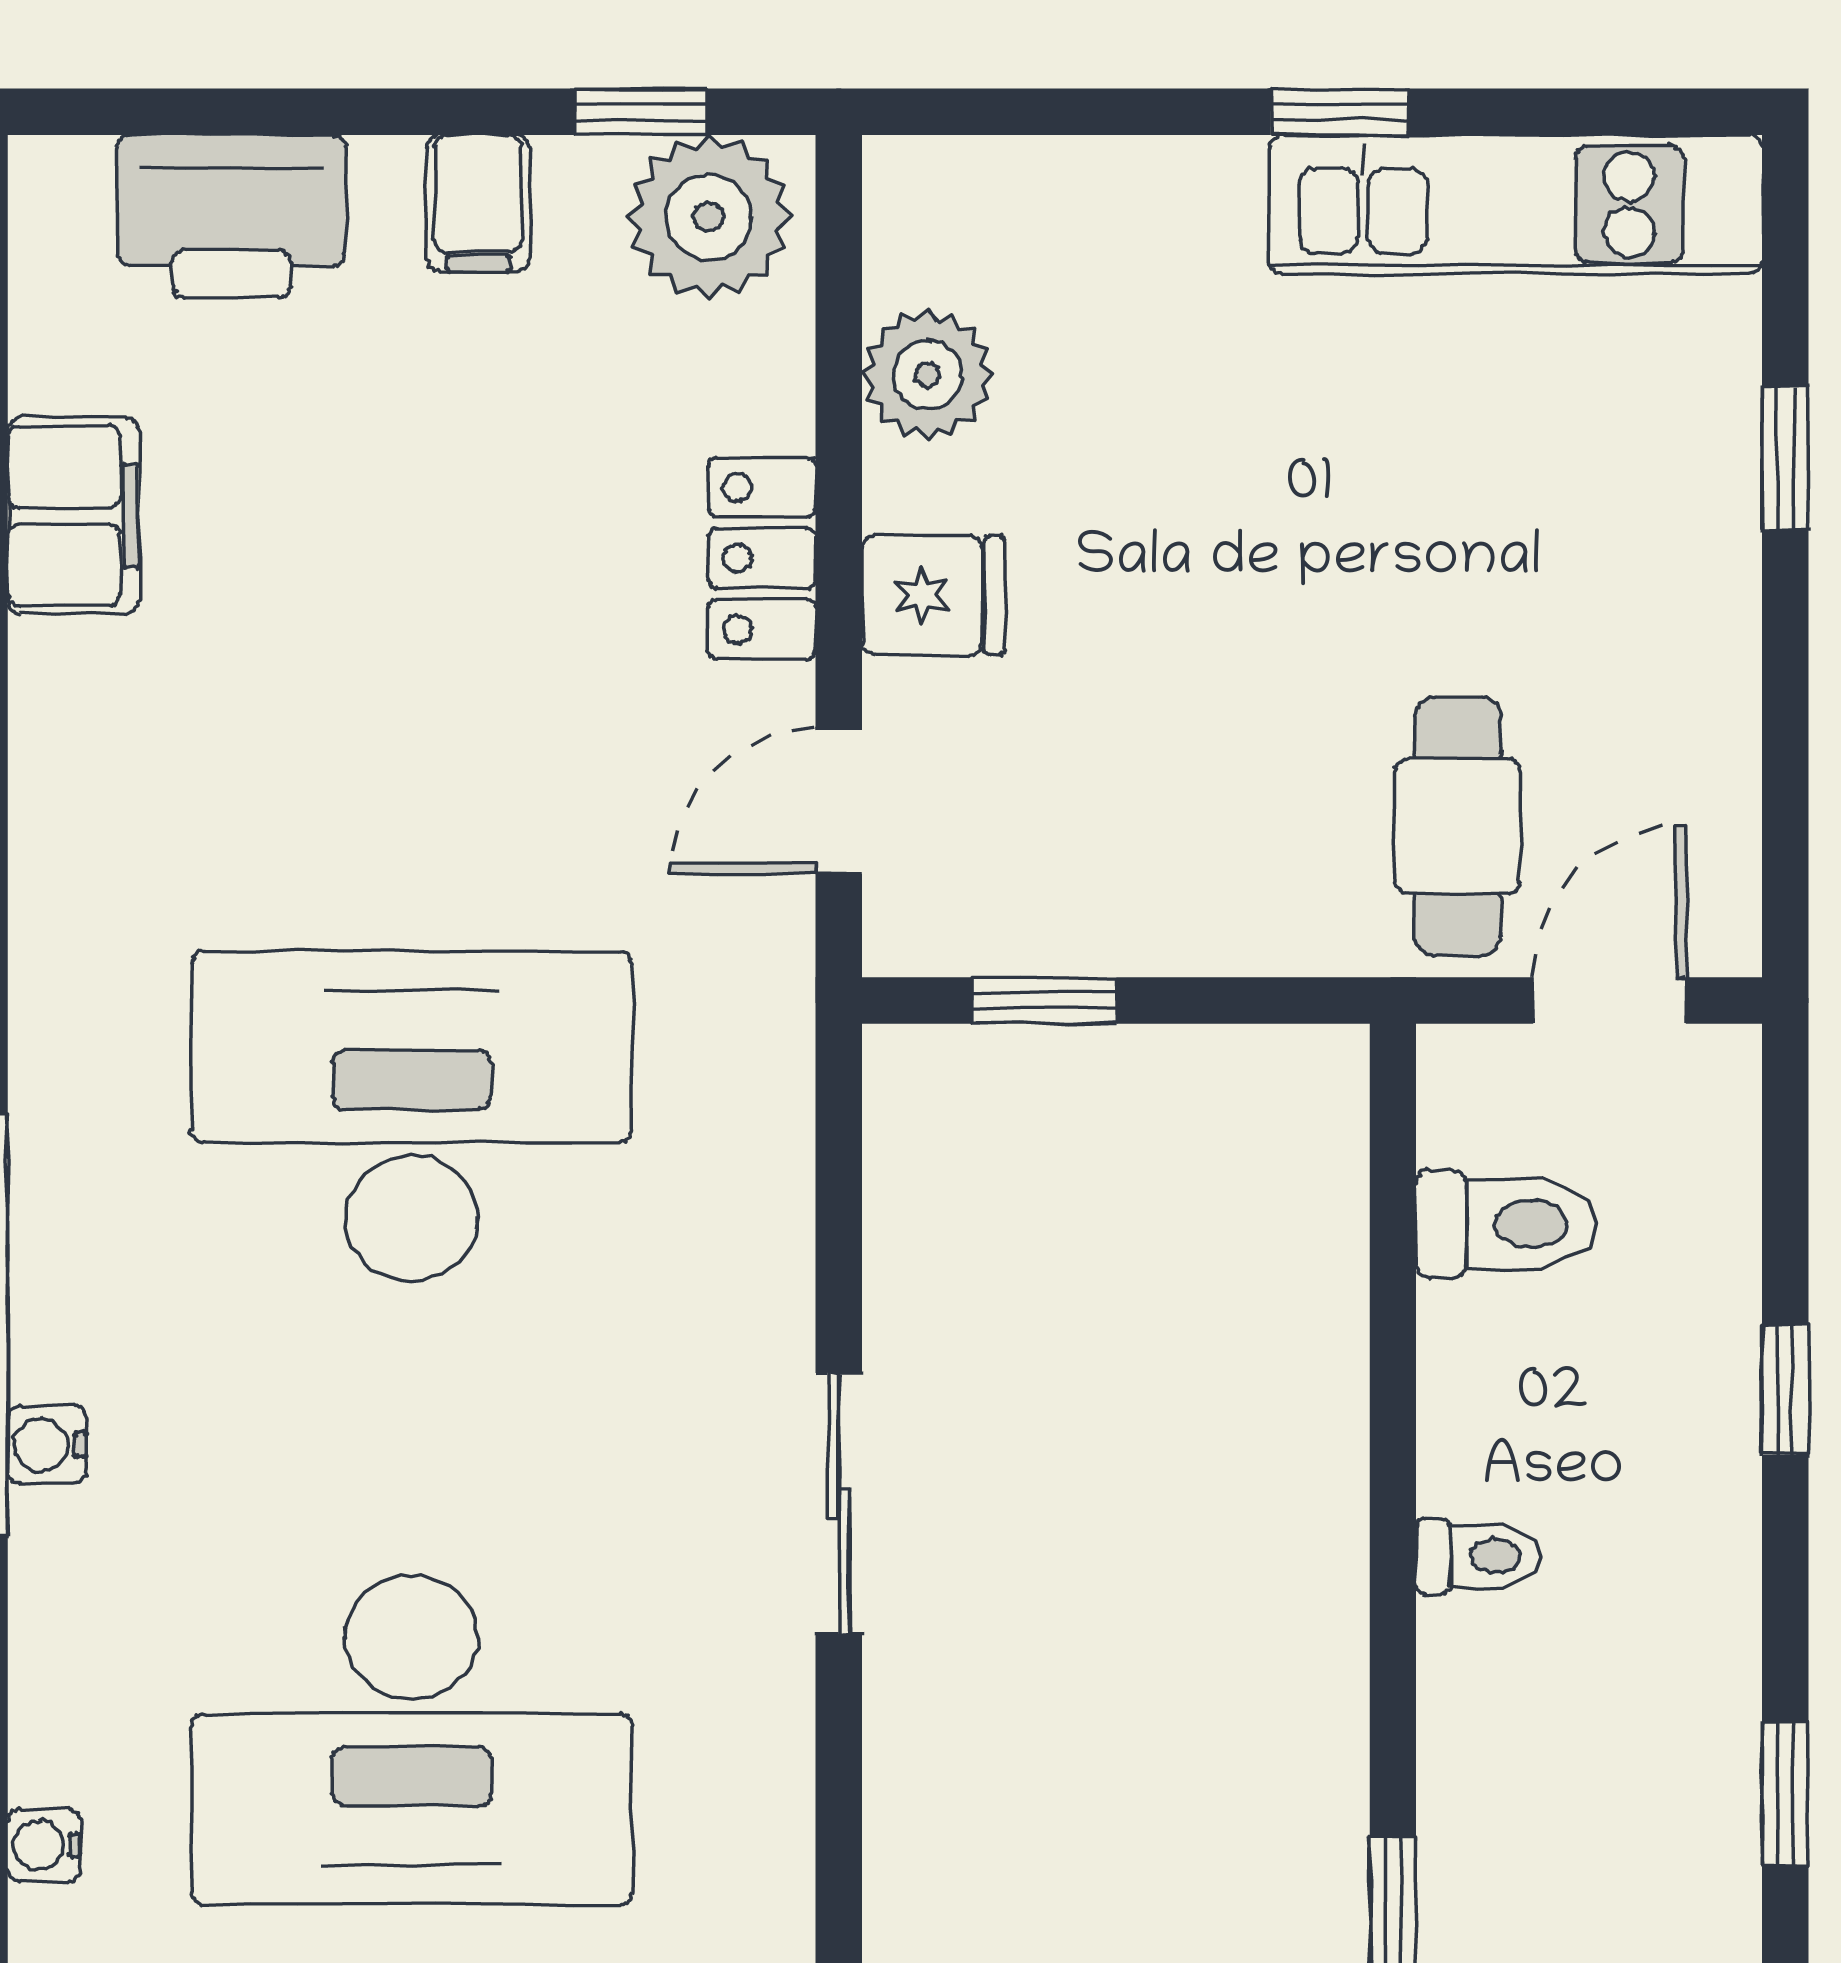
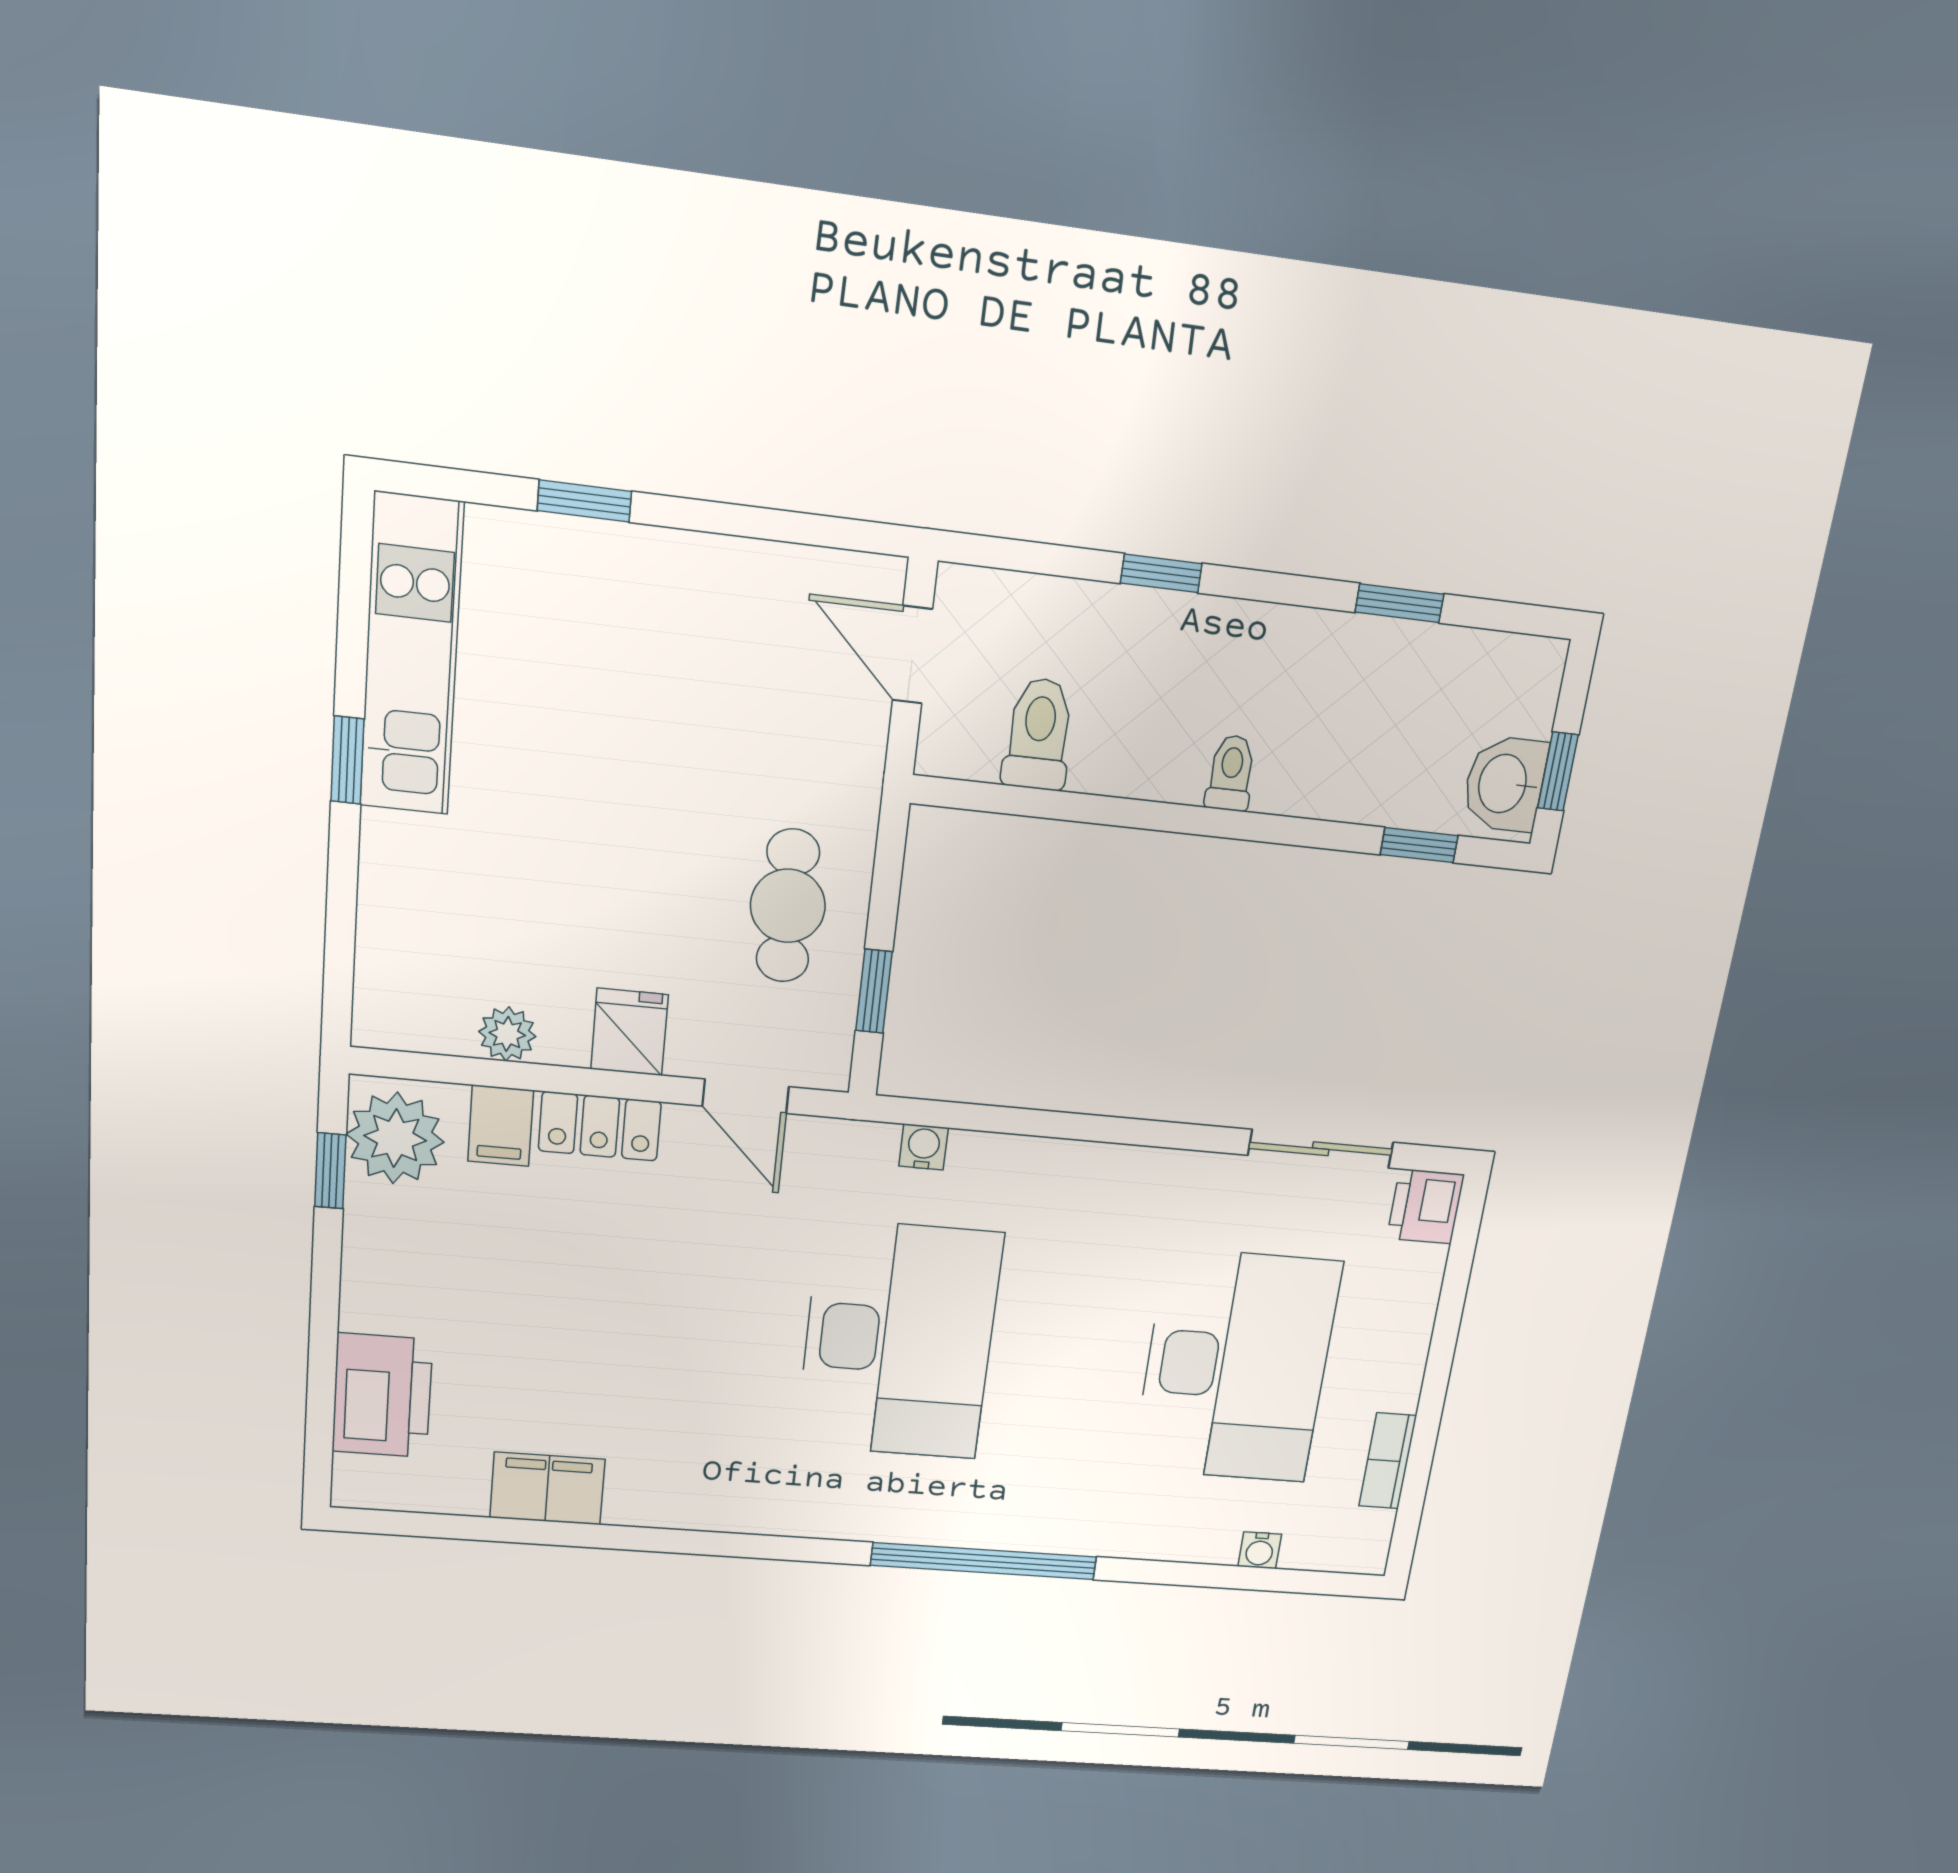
filing cabinet: (478, 203) -> (501, 1126), moved, turned 90
plant: (928, 375) -> (507, 1034), width x0.73, depth x0.73
cafe table: (1458, 826) -> (788, 906), moved, turned 90
desk: (412, 1116) -> (899, 1340), turned 180
water cooler: (47, 1445) -> (924, 1147), moved, turned 180
sliding door: (839, 1503) -> (1321, 1149), moved

